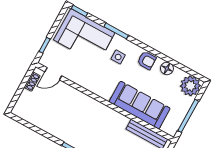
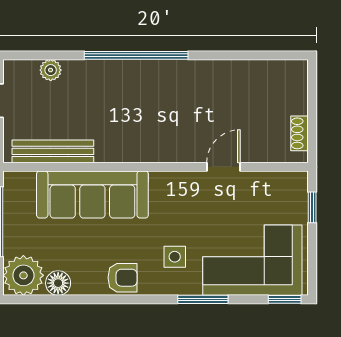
armchair: (147, 60) -> (123, 278), turned 180
floor lamp: (167, 68) -> (58, 283), moved
door: (53, 74) -> (223, 167), moved

